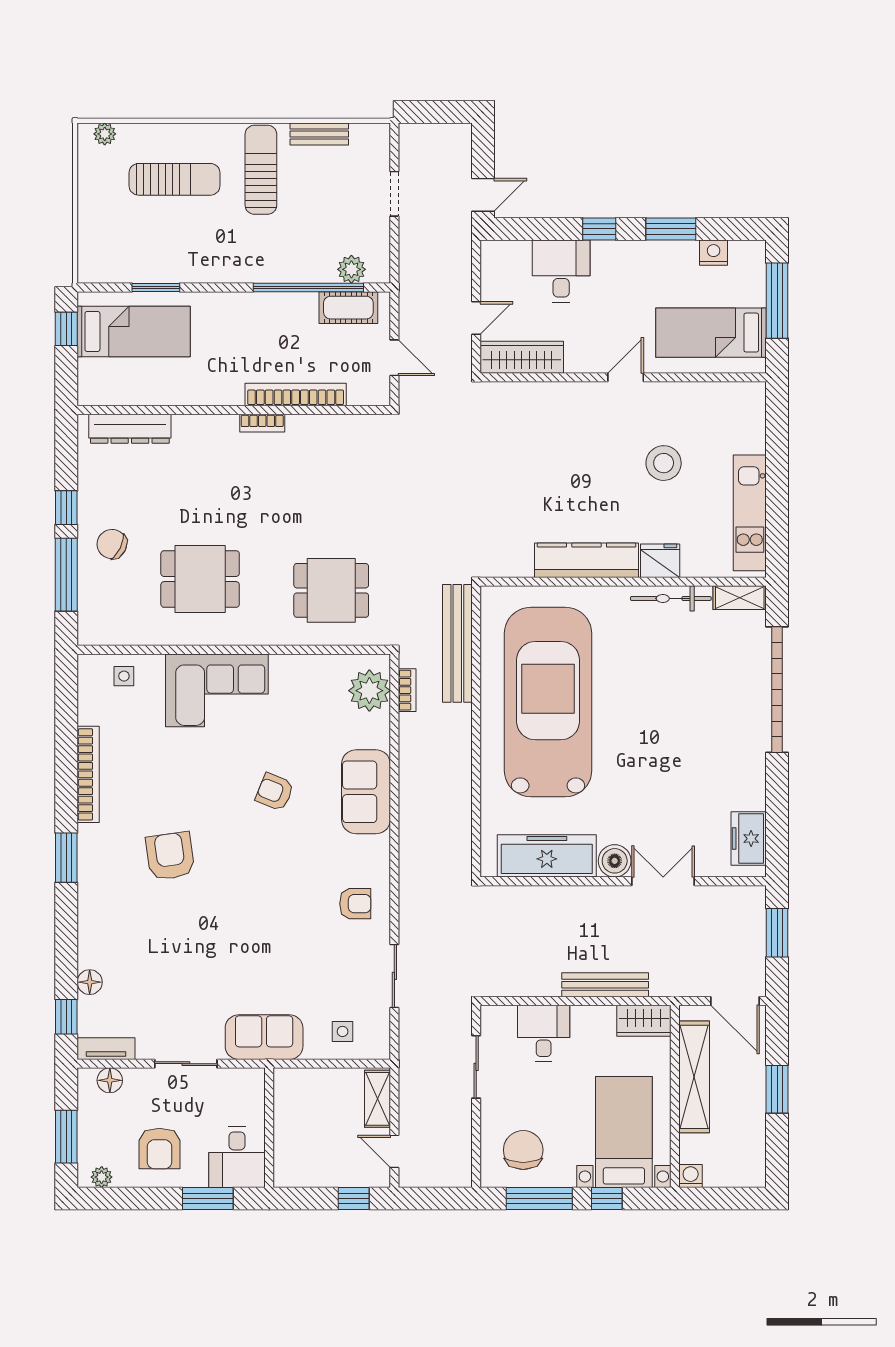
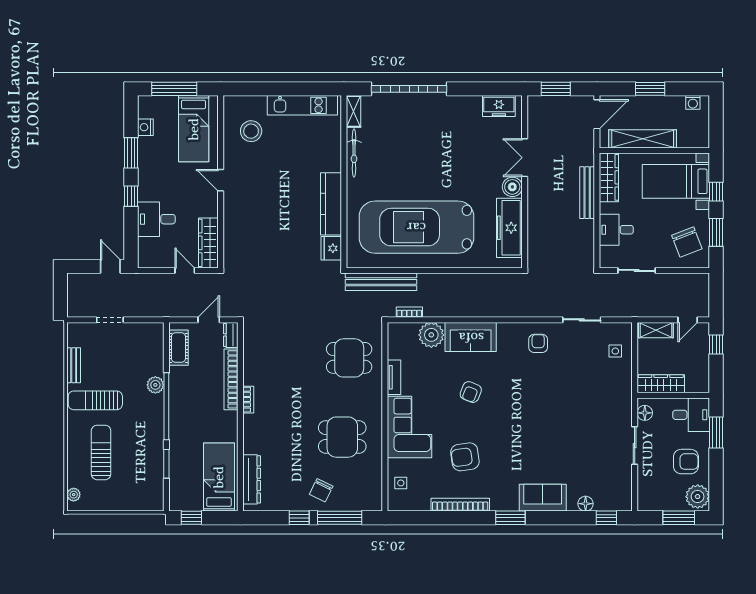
plant: (351, 269) -> (155, 385), moved
window: (308, 288) -> (166, 406), moved
bed: (134, 331) -> (219, 477), moved
dresser: (369, 394) -> (231, 335), added
stool: (664, 463) -> (251, 131), moved
fridge: (660, 561) -> (331, 248), moved
dining table: (200, 579) -> (342, 437), turned 90
dining table: (331, 590) -> (349, 358), turned 90
plant: (369, 691) -> (431, 335), moved
armchair: (170, 856) -> (465, 457), moved
wardrobe: (644, 1021) -> (609, 177), width x1.50
sofa: (264, 1037) -> (543, 498), moved, turned 90
tv unit: (106, 1049) -> (394, 377), moved, turned 180
floor lamp: (110, 1080) -> (645, 413), moved
wardrobe: (288, 1107) -> (661, 384), added
chair: (523, 1150) -> (687, 242), turned -111
washing machine: (691, 1176) -> (693, 102), moved, turned -90
plant: (102, 1177) -> (698, 497), width x1.88, depth x1.88
window: (539, 1198) -> (716, 232), width x0.69

